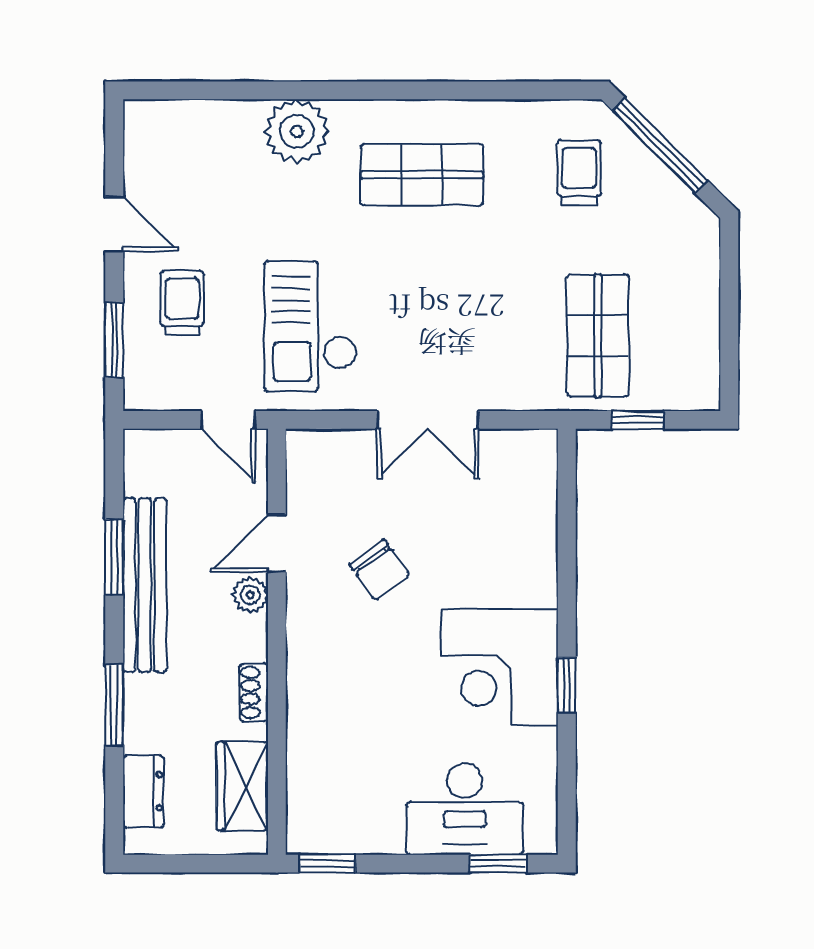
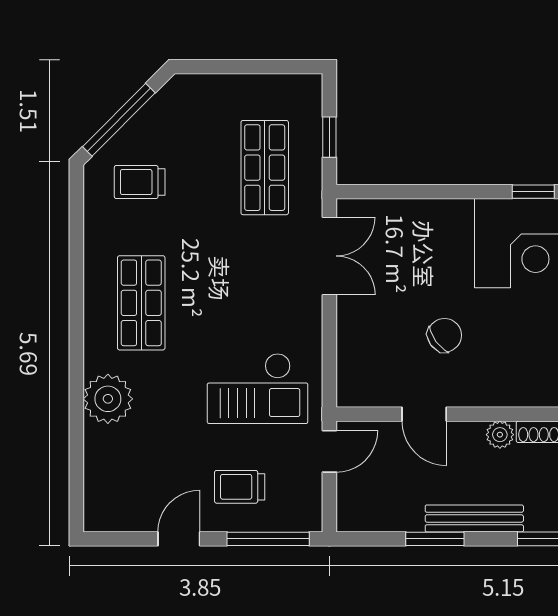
shop shelf: (598, 336) -> (265, 168), turned 90
window: (114, 340) -> (268, 539), width x1.44
double door: (428, 420) -> (329, 256), moved
bench: (145, 585) -> (474, 518), width x0.73, depth x0.82
plant: (250, 595) -> (500, 435), moved

